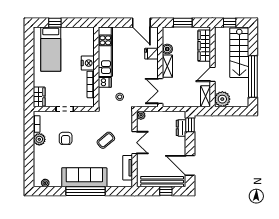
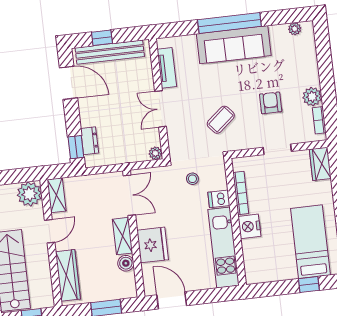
fridge: (151, 54) -> (153, 245), width x1.88, depth x1.34
coffee table: (106, 140) -> (221, 120), moved

